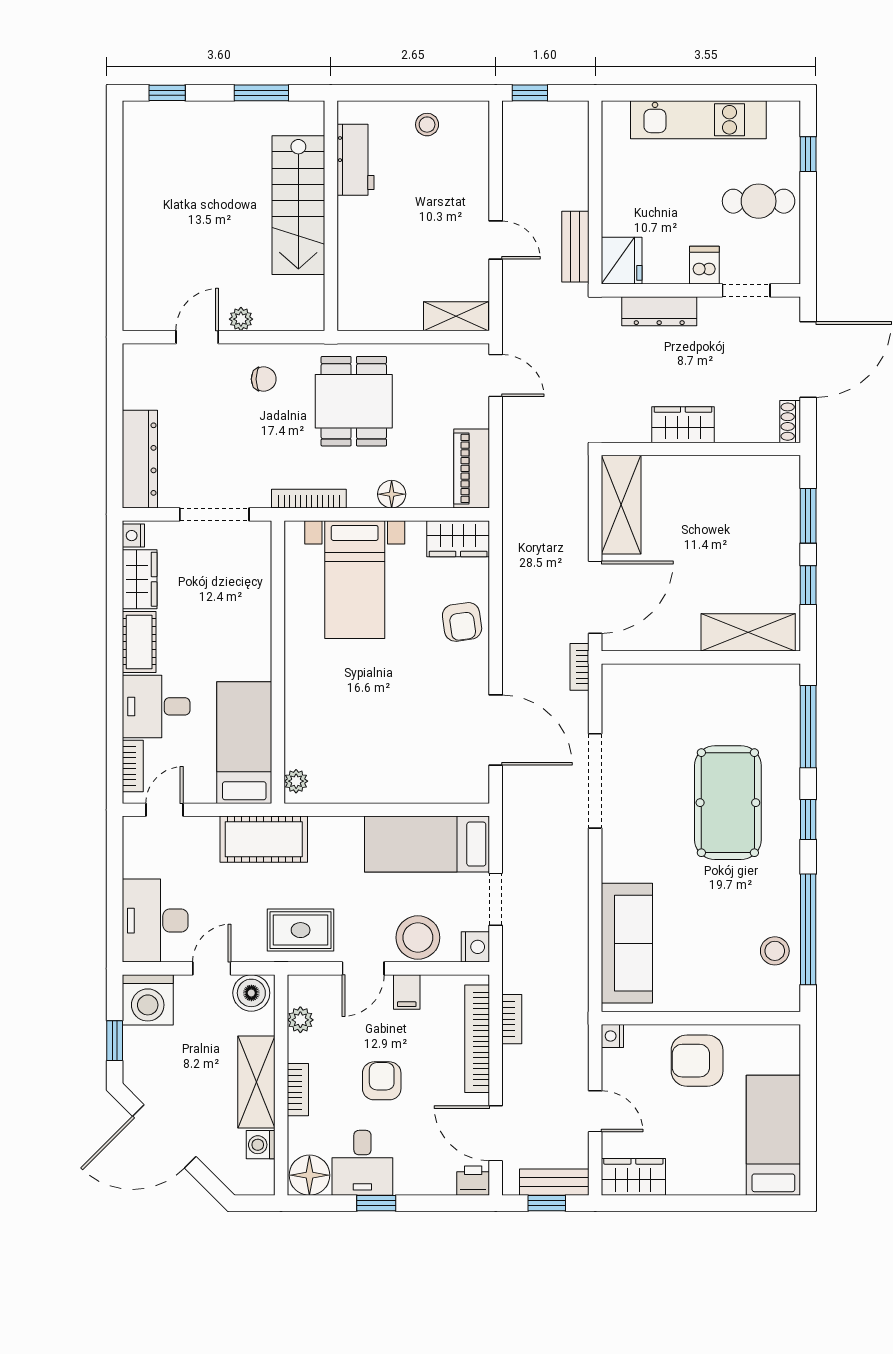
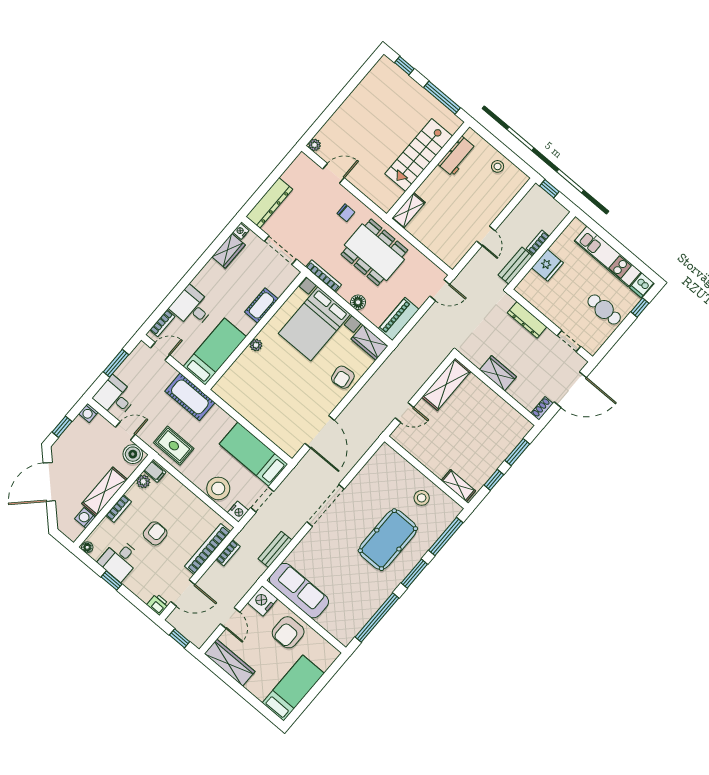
window: (261, 93) -> (442, 98), width x1.44
fridge: (622, 261) -> (547, 265), moved
dishwasher: (704, 265) -> (642, 285), moved, turned 180
shelving: (456, 316) -> (408, 210), moved, turned 90
plant: (241, 319) -> (314, 145), moved
door: (496, 376) -> (440, 290), hinge flipped
dining table: (354, 401) -> (374, 252), width x1.38
bed with nightstands: (355, 580) -> (314, 324), width x1.36
door: (595, 597) -> (404, 412), width x0.53
shelving: (748, 632) -> (458, 486), width x0.67, depth x0.75
cot: (139, 642) -> (261, 305), moved
bookcase: (580, 667) -> (538, 242), moved
plant: (296, 781) -> (256, 345), moved
doorway: (595, 781) -> (326, 505), moved
window: (808, 820) -> (414, 574), width x1.50
window: (115, 882) -> (116, 363), added
desk: (155, 921) -> (115, 397), width x0.73
sofa: (627, 943) -> (299, 591), moved, turned -90
stool: (775, 951) -> (422, 498), moved
door: (363, 968) -> (186, 482), removed
filing cabinet: (407, 992) -> (155, 471), moved, turned -90
washing machine: (148, 1000) -> (88, 413), width x0.53, depth x0.53
nightstand: (612, 1036) -> (263, 601), width x1.89, depth x1.79
armchair: (697, 1061) -> (288, 632), turned -90
door: (496, 1133) -> (183, 593), swing flipped
door: (164, 1136) -> (49, 482), hinge flipped
floor lamp: (309, 1175) -> (87, 547), width x0.53, depth x0.53
wardrobe: (633, 1177) -> (230, 663), width x1.50
bench: (554, 1182) -> (275, 549), moved, turned 90

